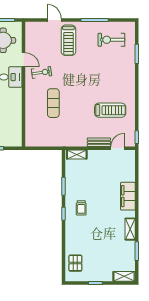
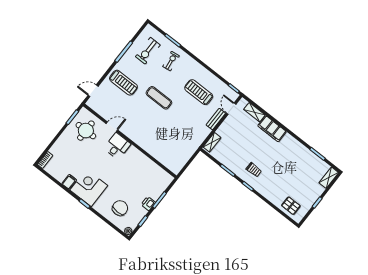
door: (54, 20) -> (93, 91), moved
exercise bike: (42, 72) -> (171, 61), moved
exercise mat: (53, 103) -> (159, 98), moved
treadmill: (110, 110) -> (199, 92), turned -90
shelving: (130, 229) -> (254, 112), moved

